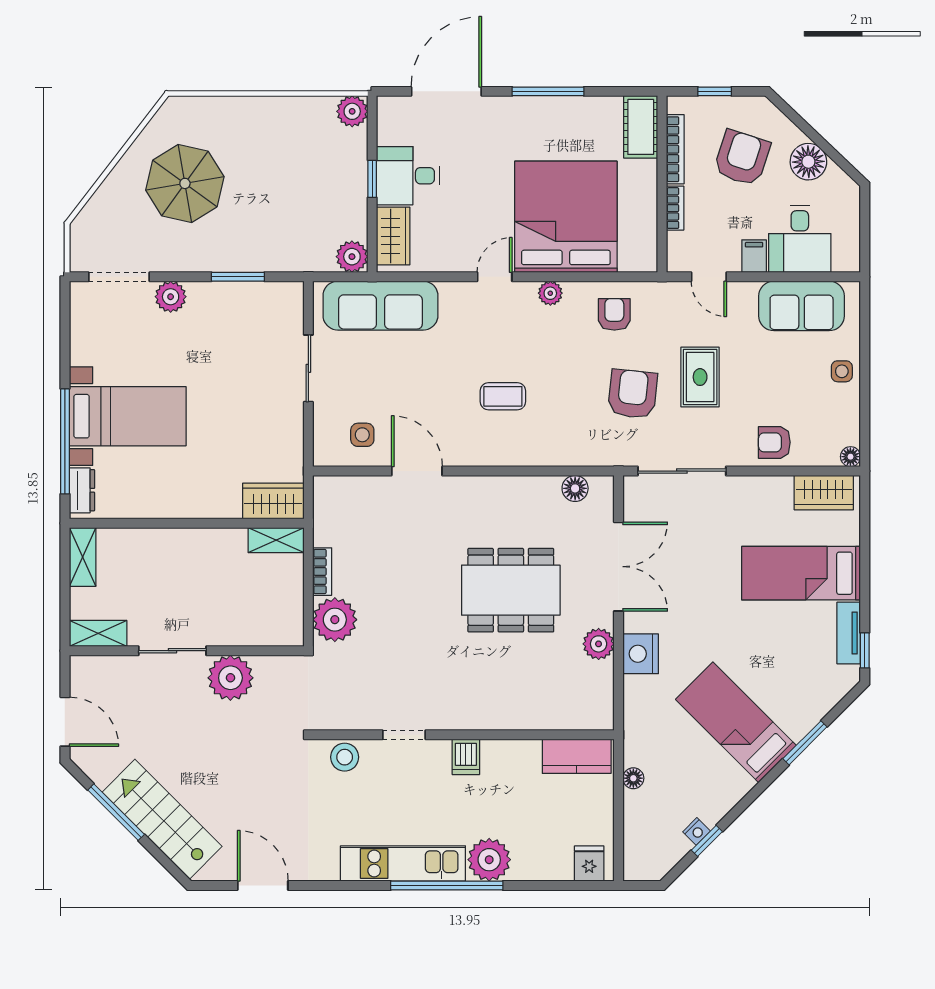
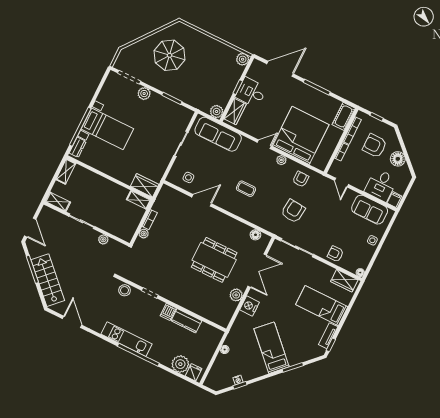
armchair: (742, 158) -> (375, 146), turned -108
filing cabinet: (754, 256) -> (394, 200), moved
rug: (700, 377) -> (320, 217), removed
door: (417, 471) -> (202, 200), hinge flipped
plant: (335, 620) -> (144, 234), width x0.53, depth x0.53
plant: (230, 678) -> (103, 239), width x0.53, depth x0.53
kitchen counter: (577, 756) -> (186, 321), moved
plant: (489, 860) -> (180, 364), moved

